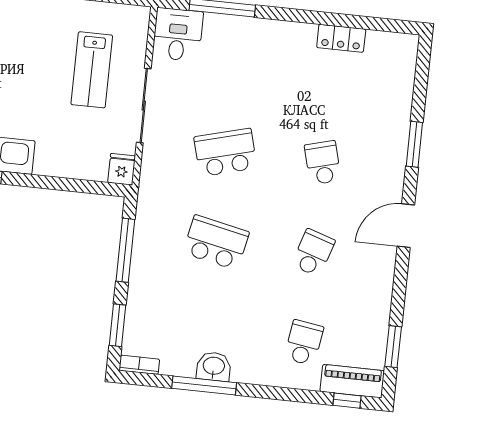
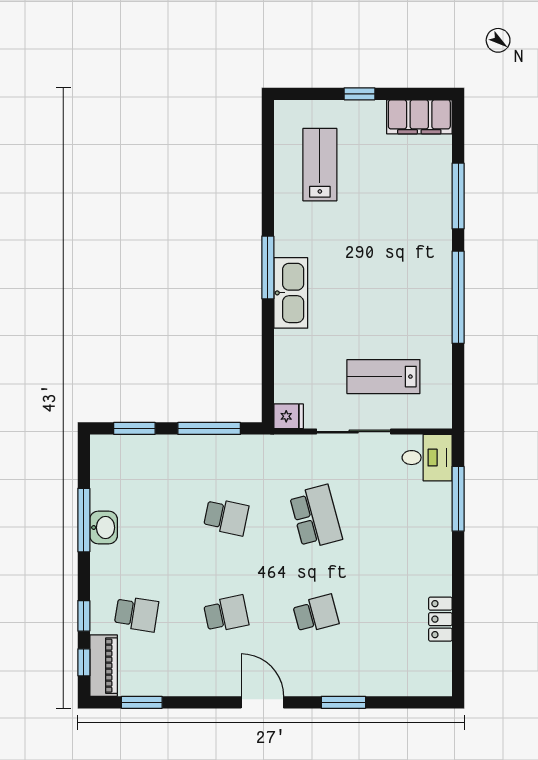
school desk: (216, 242) -> (226, 517), width x0.54
school desk: (313, 253) -> (226, 614), turned -30
bookcase: (139, 365) -> (98, 454), removed
window: (300, 396) -> (84, 616), added

